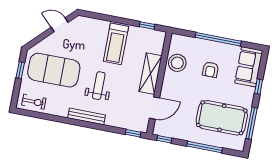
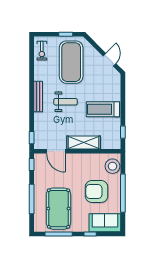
stool: (177, 63) -> (112, 166), moved
armchair: (210, 70) -> (97, 191), width x1.88, depth x1.88

